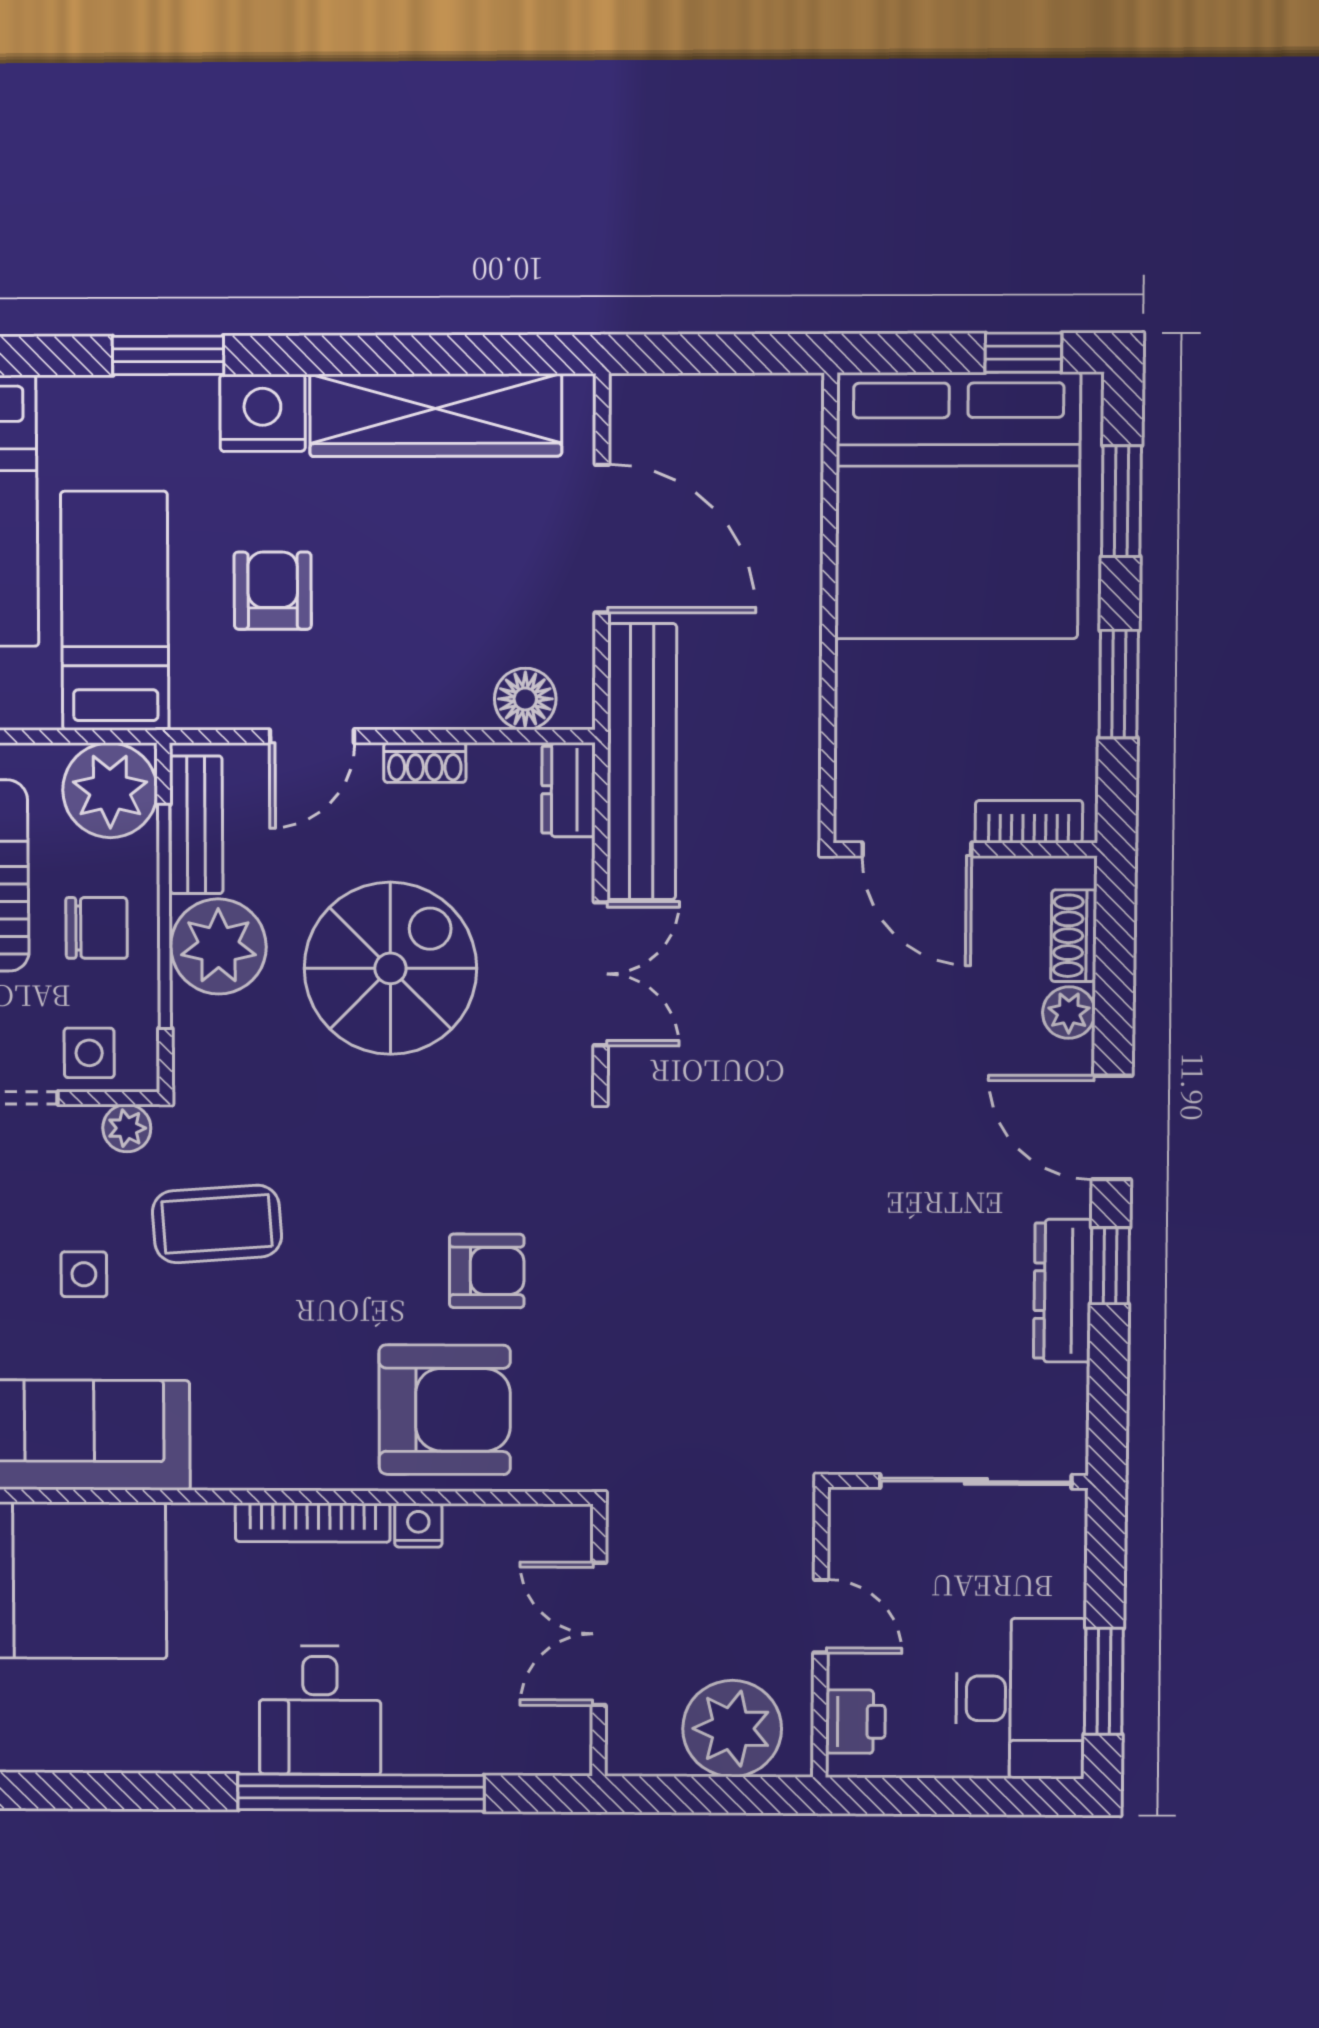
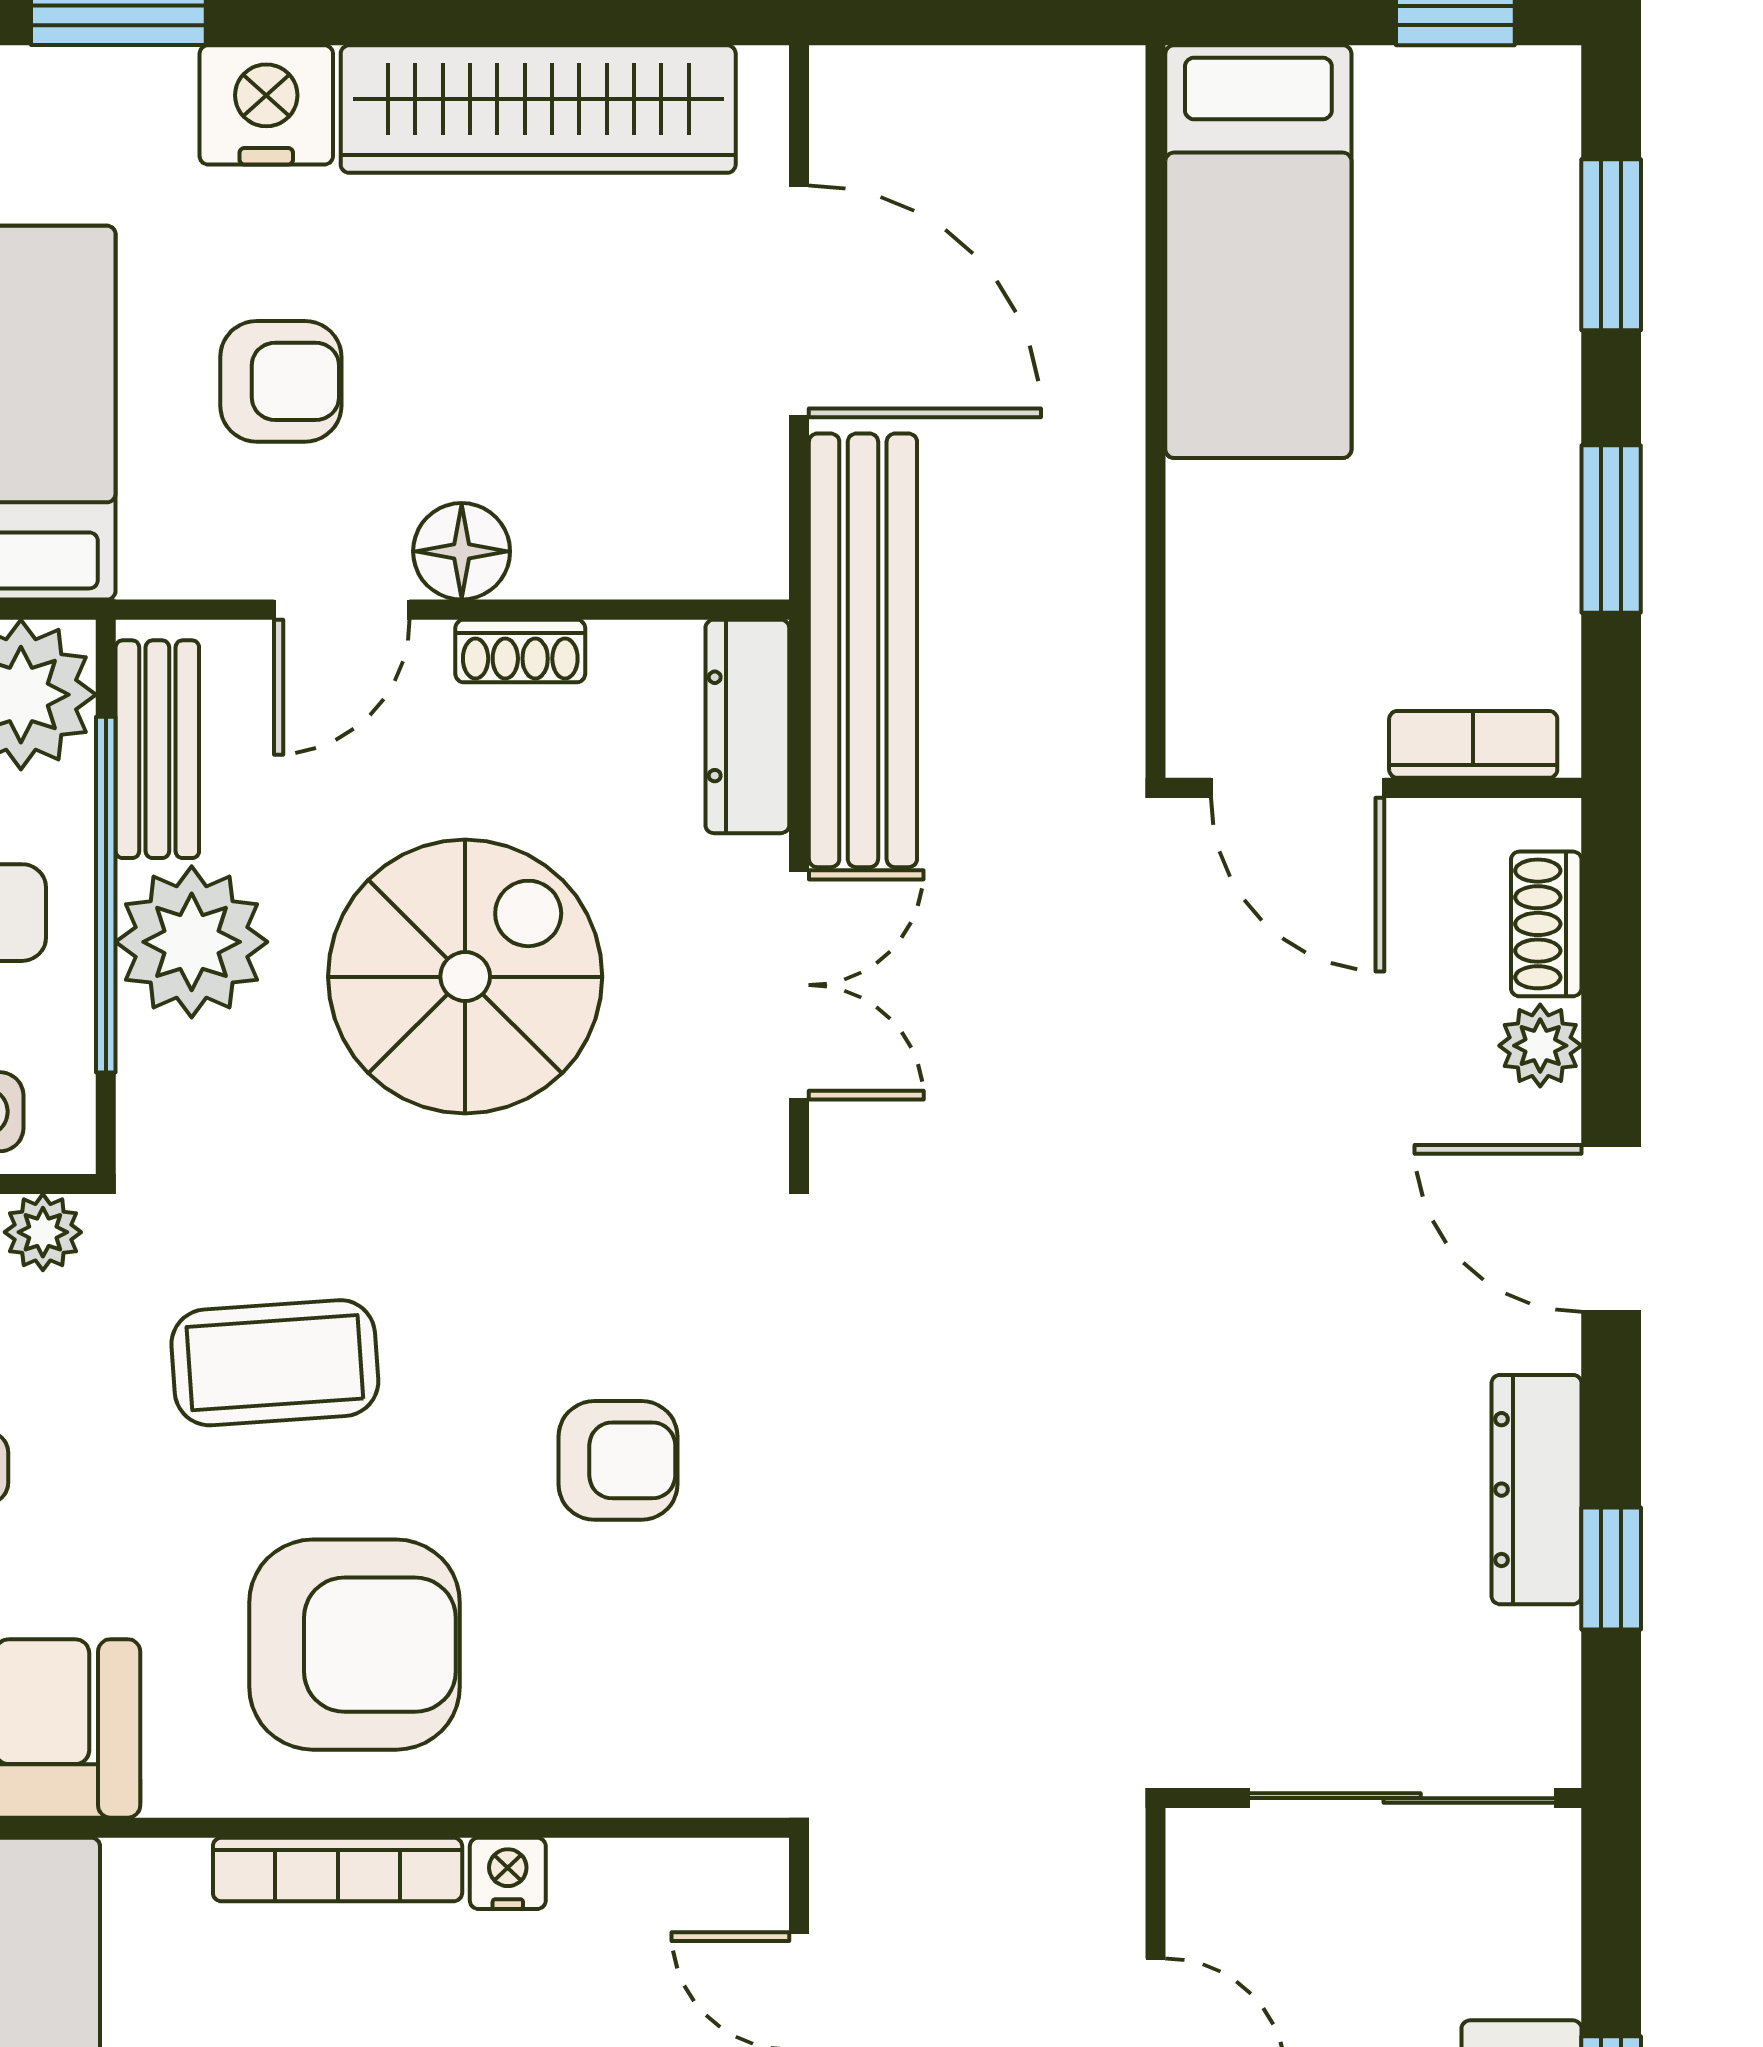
bed: (957, 506) -> (1258, 252), width x0.49
armchair: (273, 591) -> (281, 381), turned 90
floor lamp: (525, 699) -> (462, 551), moved
dresser: (568, 790) -> (747, 726), width x1.44
coffee table: (217, 1224) -> (275, 1363), moved
window: (1110, 1266) -> (1611, 1568), moved
armchair: (445, 1410) -> (355, 1645), moved

